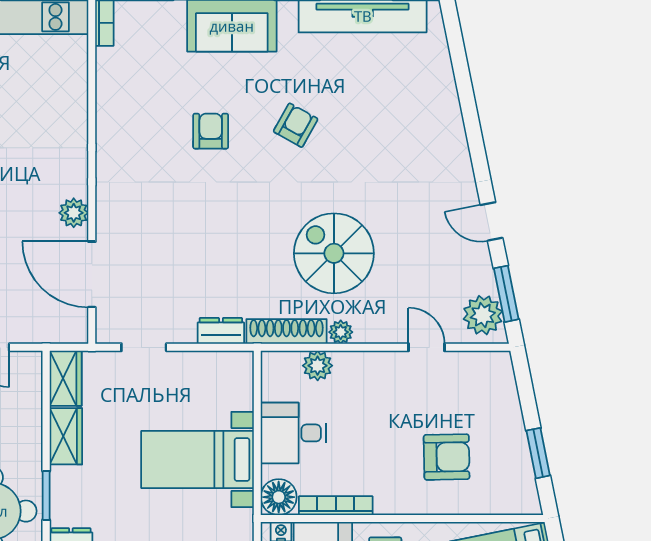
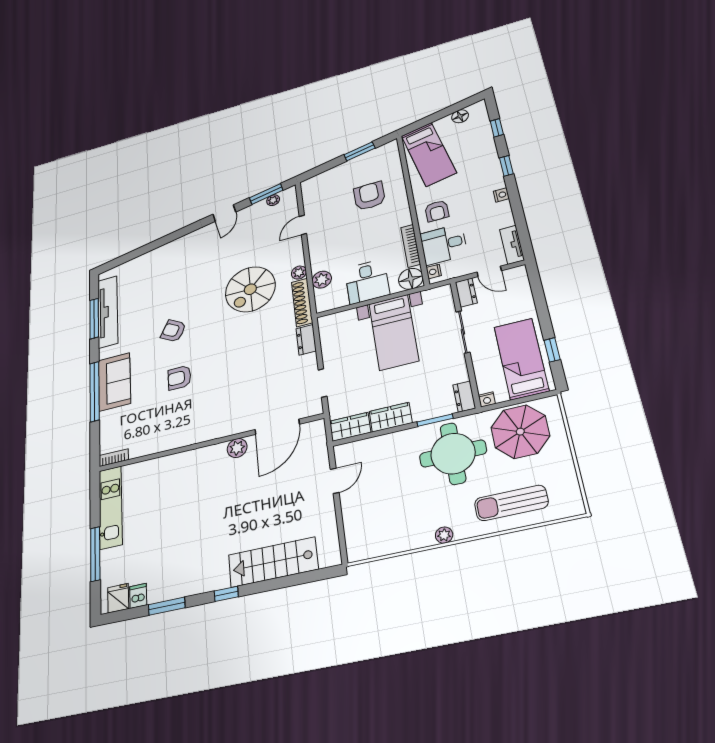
plant: (483, 315) -> (273, 200), width x0.53, depth x0.53

